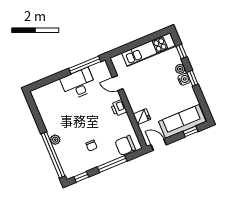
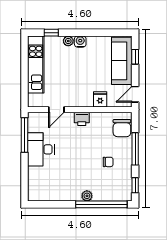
window: (192, 78) -> (83, 33), removed

